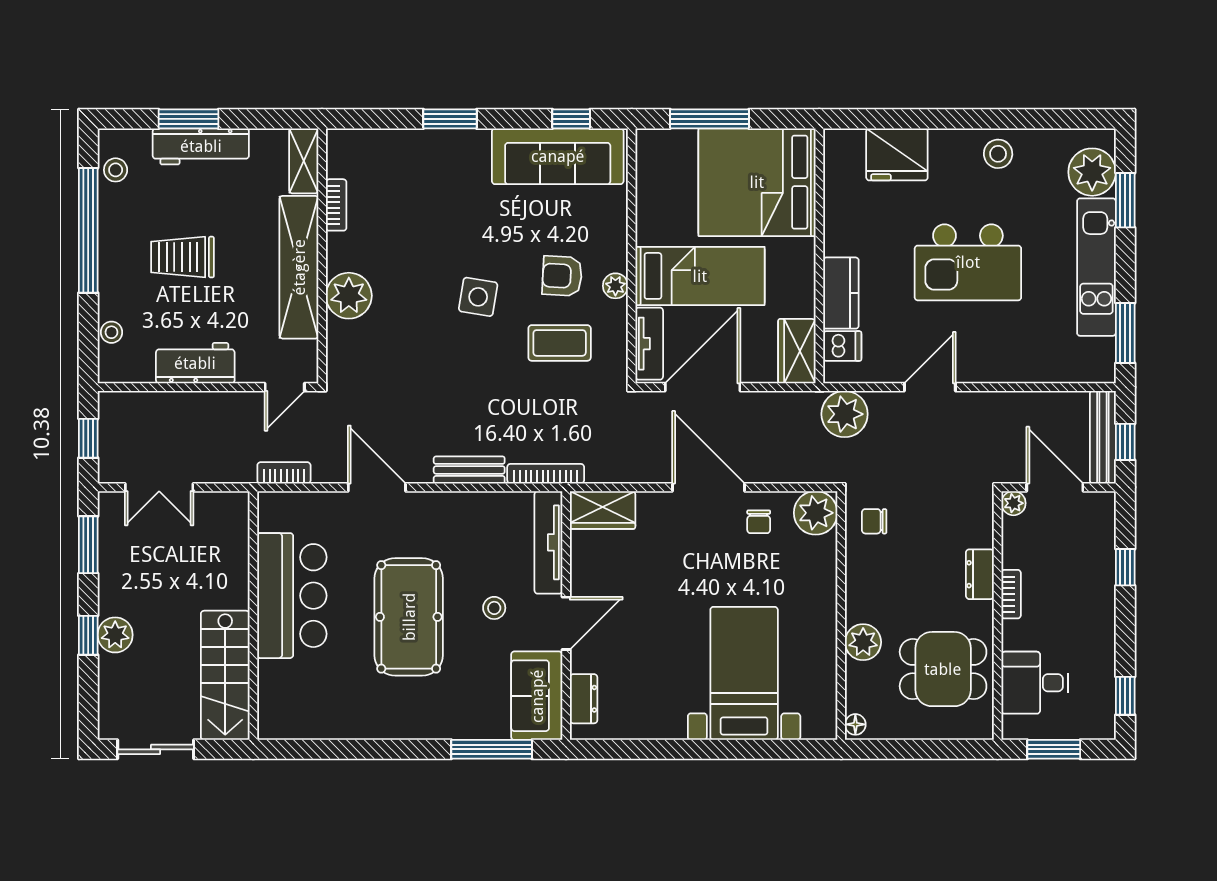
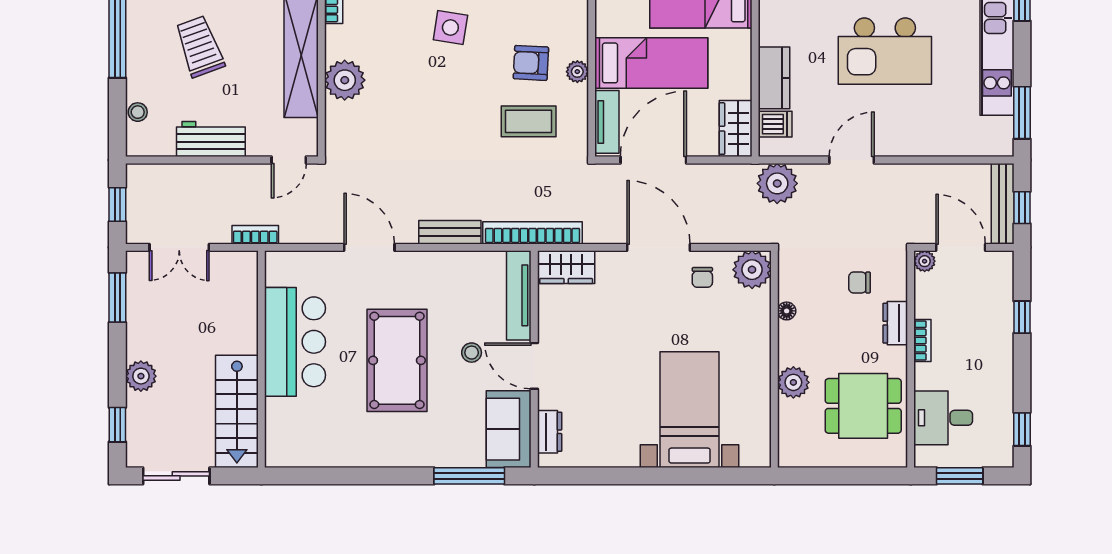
trolley: (182, 257) -> (200, 46), turned 70
side table: (478, 297) -> (450, 28), moved
bookcase: (284, 473) -> (255, 235), moved
bookcase: (546, 474) -> (533, 233), width x1.48, depth x1.31
chair: (874, 521) -> (859, 283), moved
door: (566, 623) -> (534, 366), swing flipped
window: (88, 635) -> (117, 425), moved
floor lamp: (855, 724) -> (787, 311), moved

